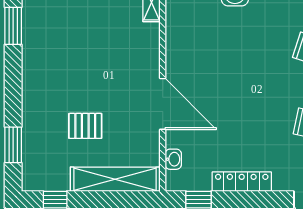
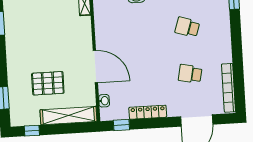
pallet: (85, 126) -> (48, 83), width x1.50, depth x1.42

